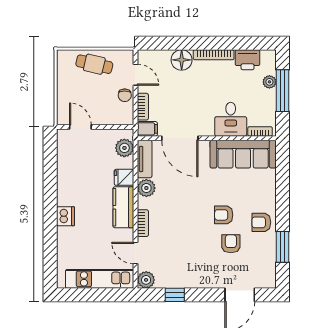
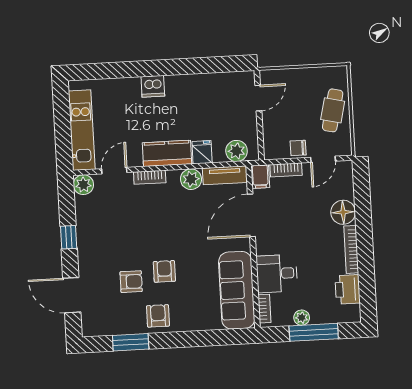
plant: (269, 82) -> (302, 318), moved
window: (175, 295) -> (69, 237), moved

